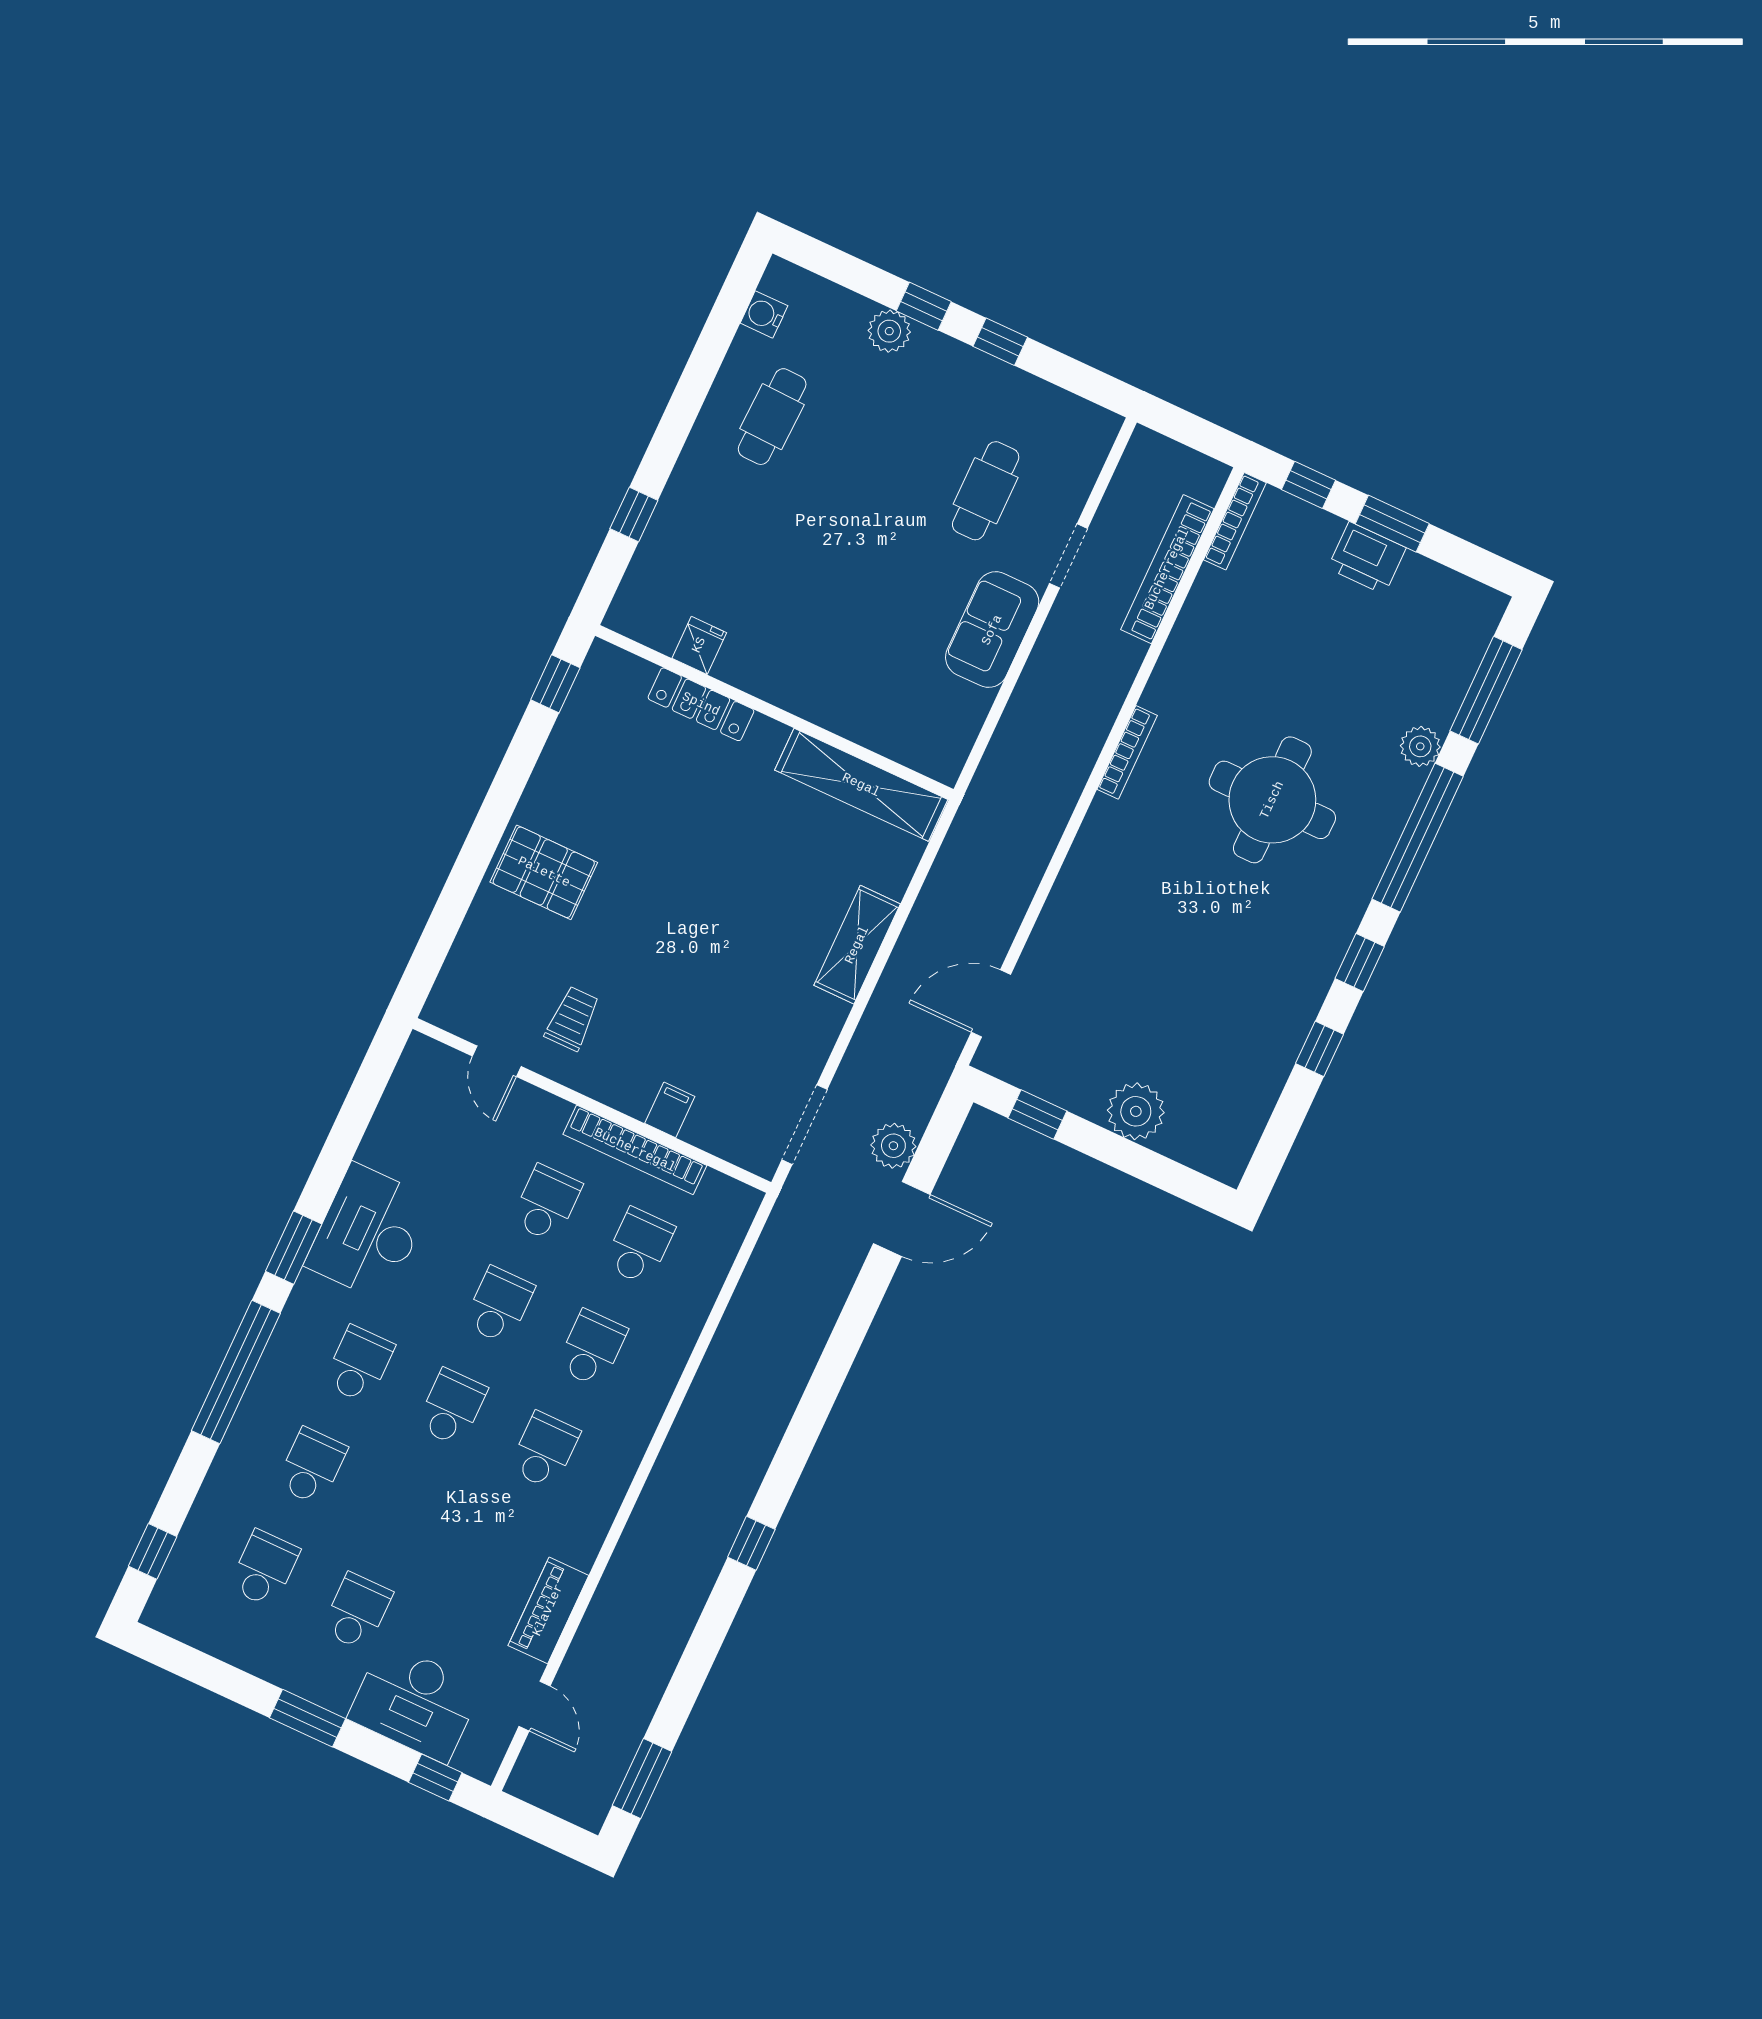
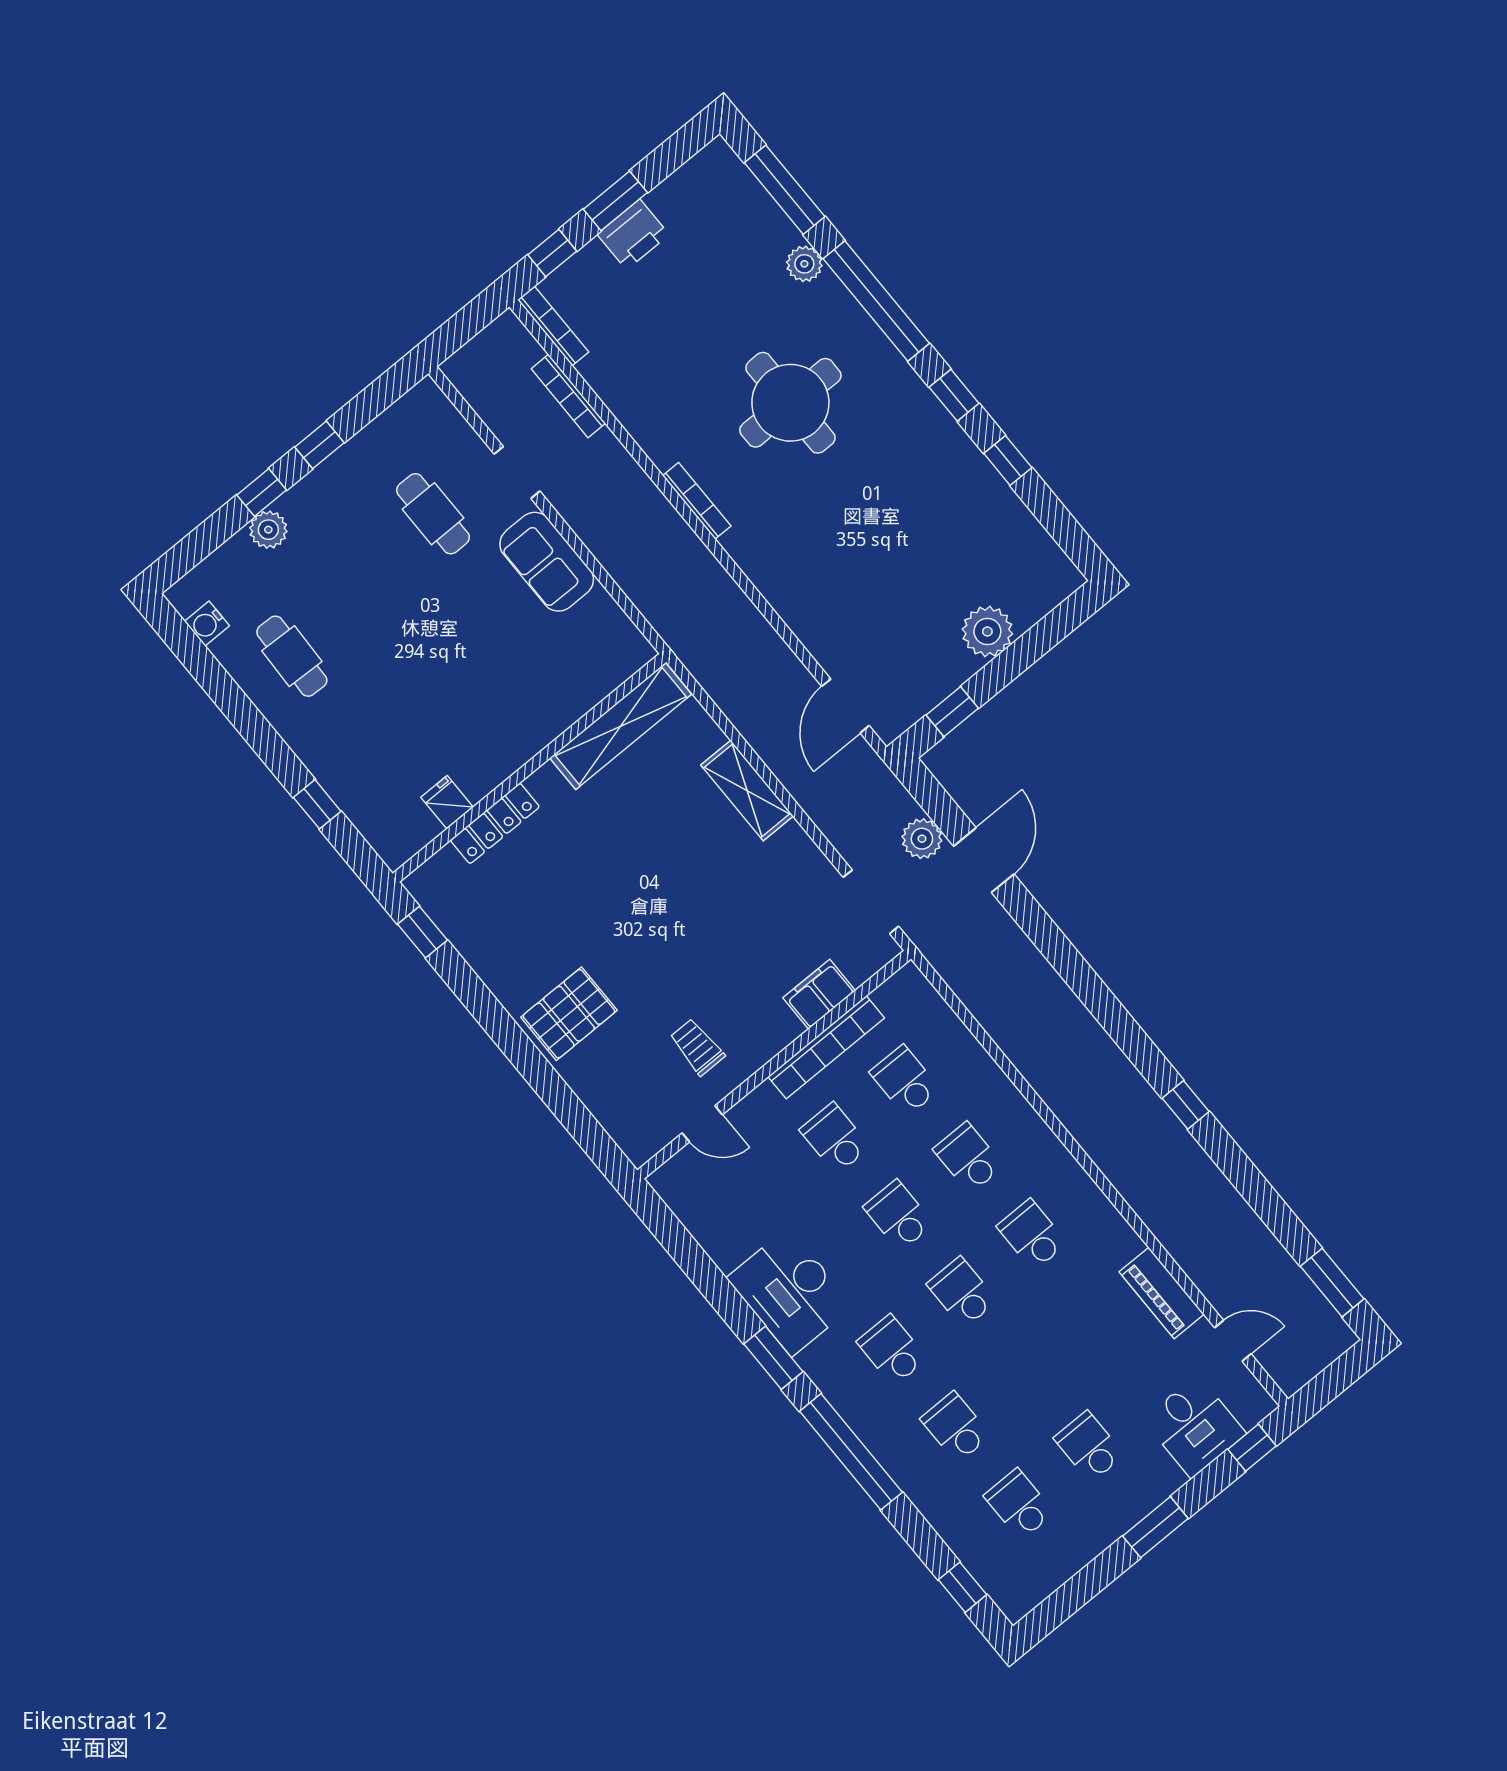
bookcase: (1167, 569) -> (568, 396), width x0.68, depth x0.76
filing cabinet: (670, 1110) -> (819, 994), width x2.00
desk: (415, 1702) -> (1194, 1426), width x0.73

